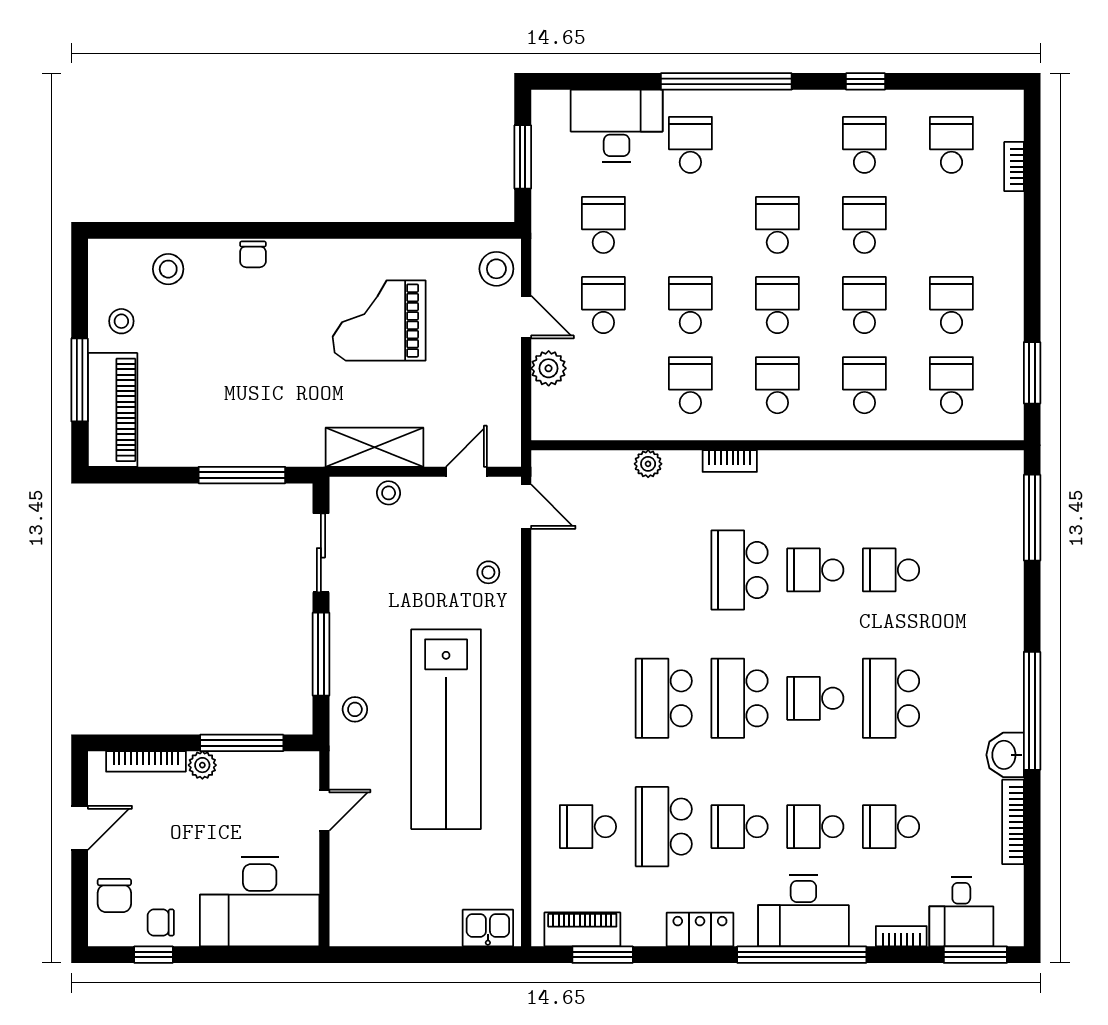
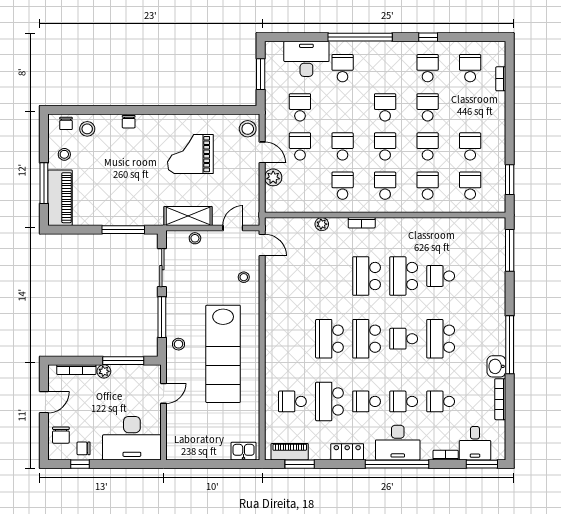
chair: (125, 258) -> (66, 123), added
school desk: (815, 570) -> (404, 276), width x1.85

